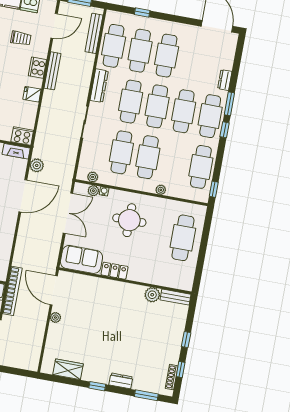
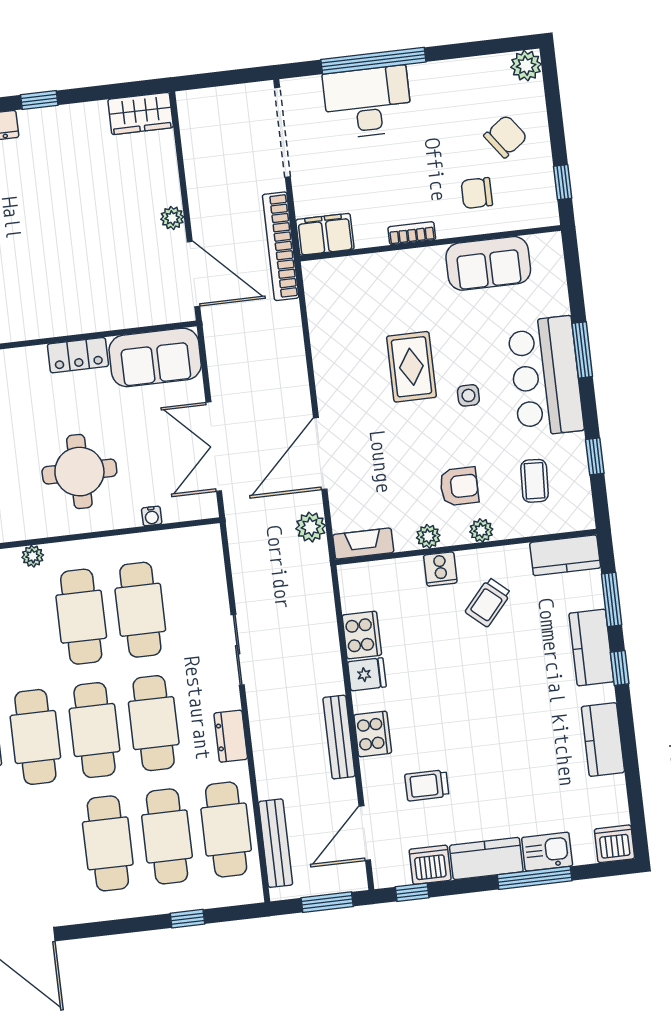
dresser: (99, 86) -> (231, 736), width x0.70
cooker: (22, 136) -> (362, 635), moved, turned -90
plant: (93, 177) -> (185, 539), removed
plant: (93, 191) -> (175, 511), removed
wardrobe: (68, 369) -> (141, 113), moved

